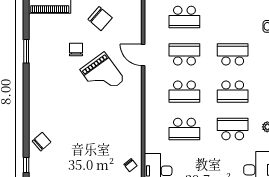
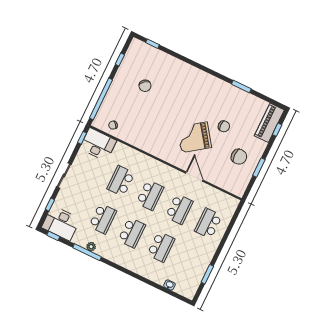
chair: (100, 19) -> (239, 157), turned -131
door: (143, 55) -> (194, 177), hinge flipped
school desk: (184, 92) -> (150, 195), turned 180
school desk: (233, 92) -> (132, 233), turned 180
chair: (41, 142) -> (145, 86), moved

